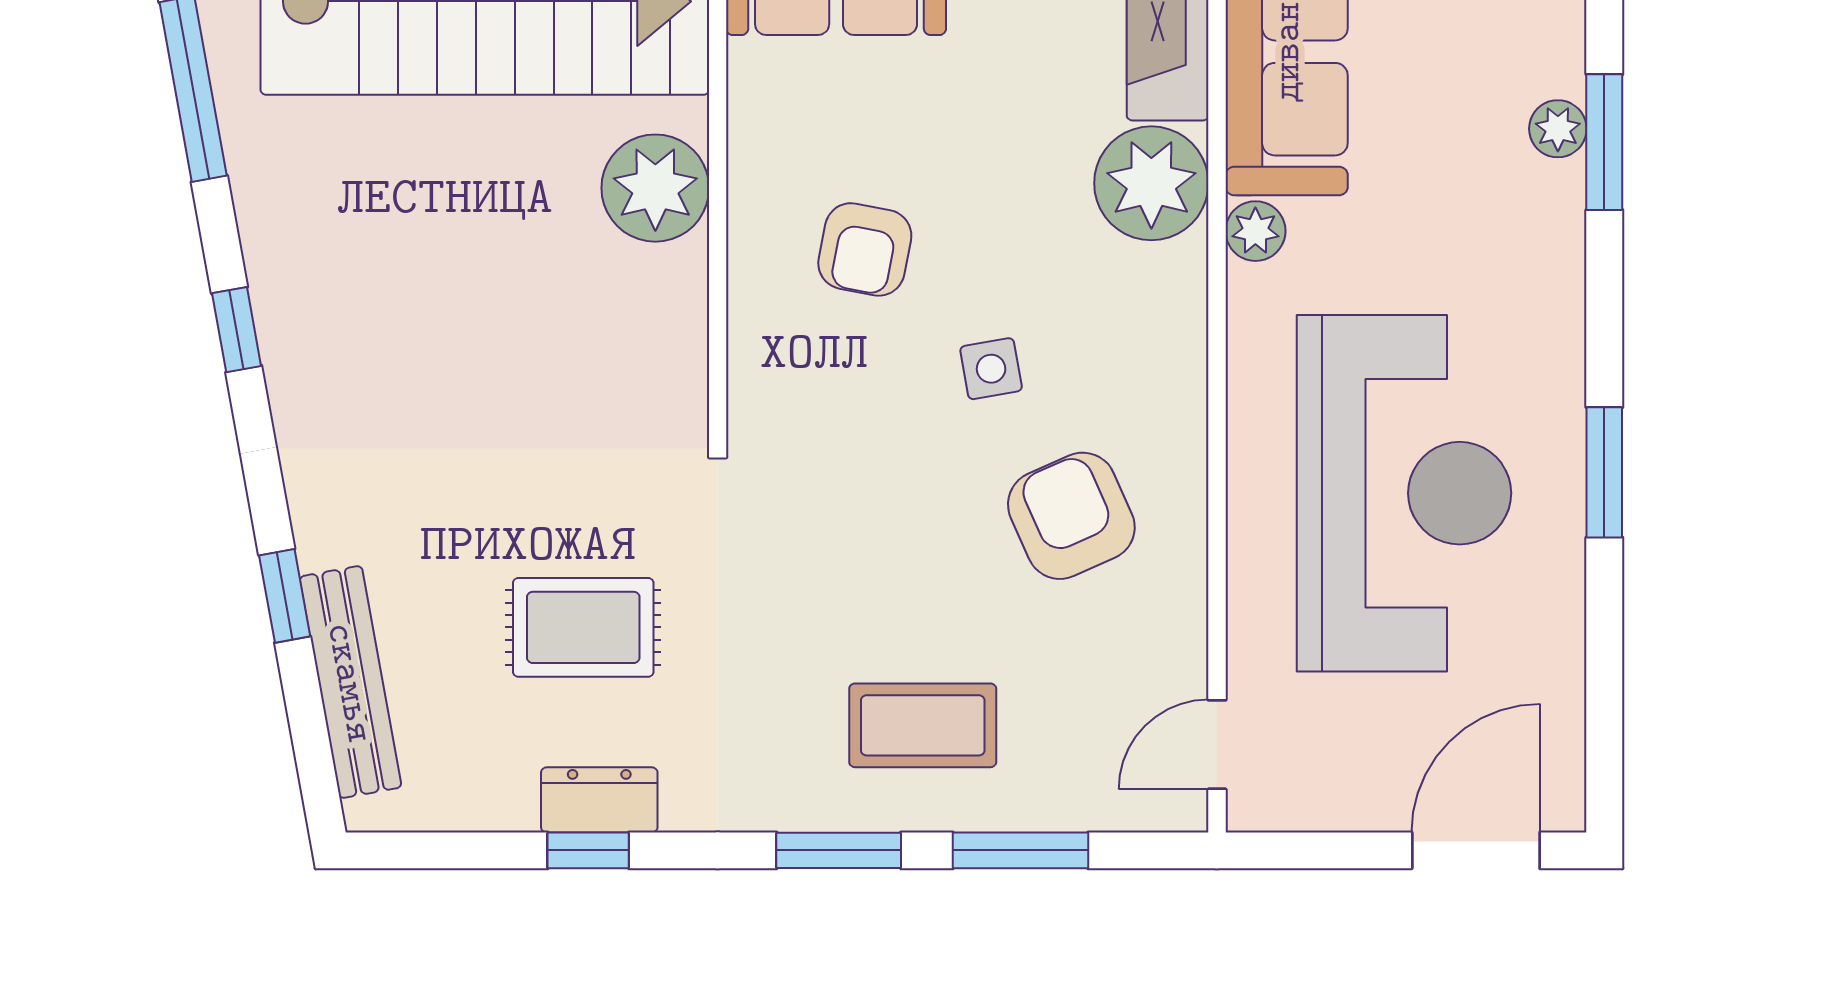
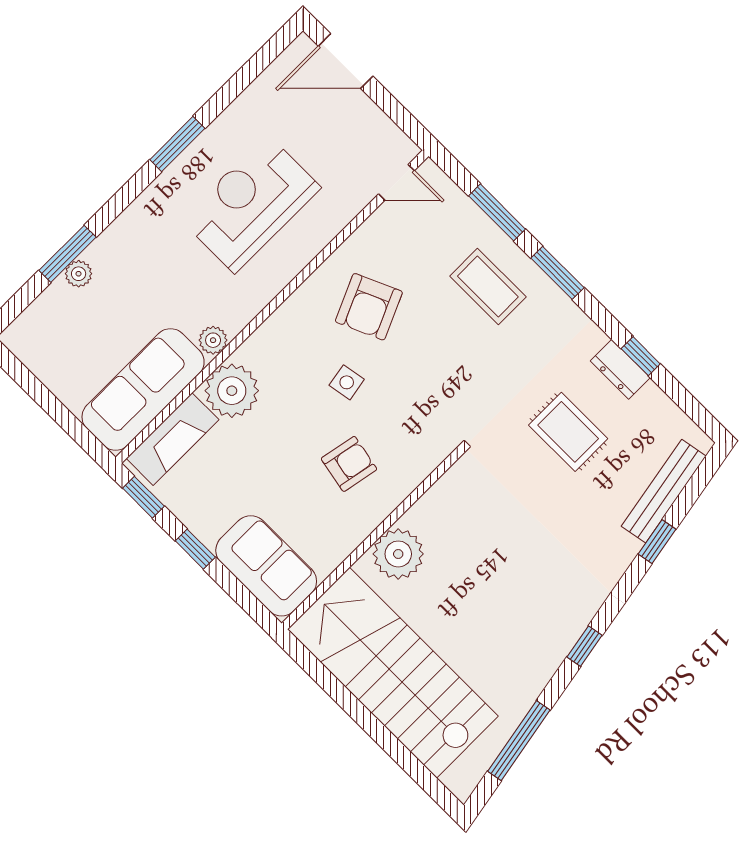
reception desk: (1404, 493) -> (251, 204), width x0.74, depth x0.77

